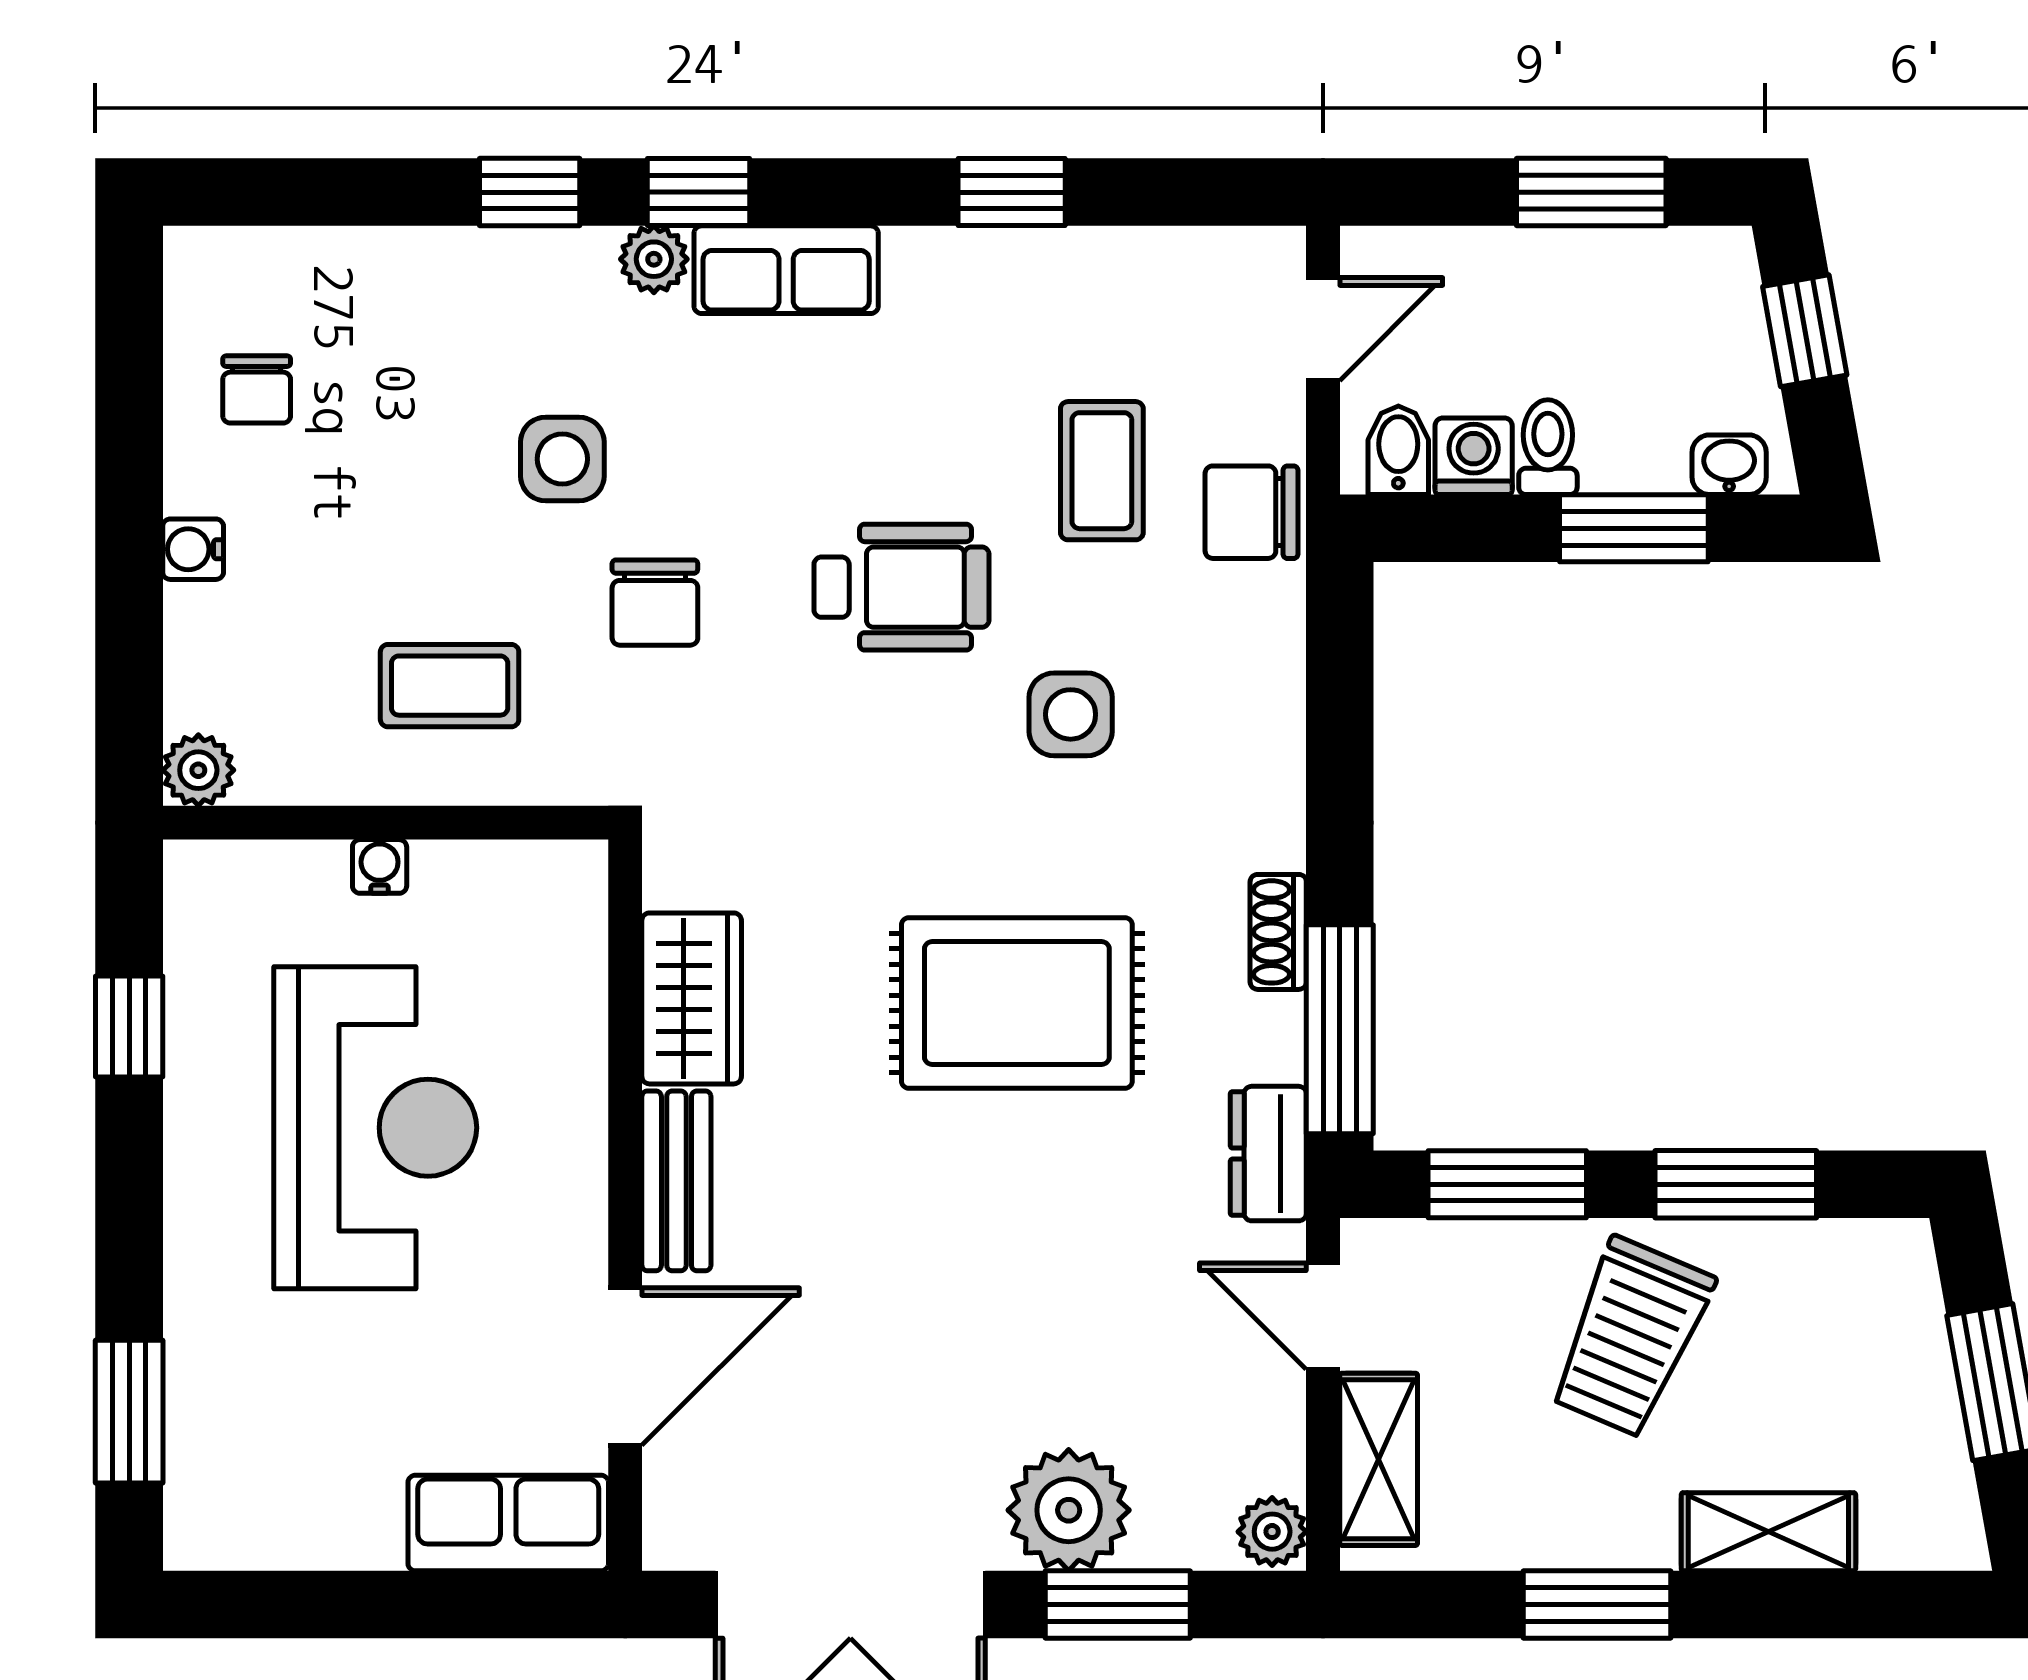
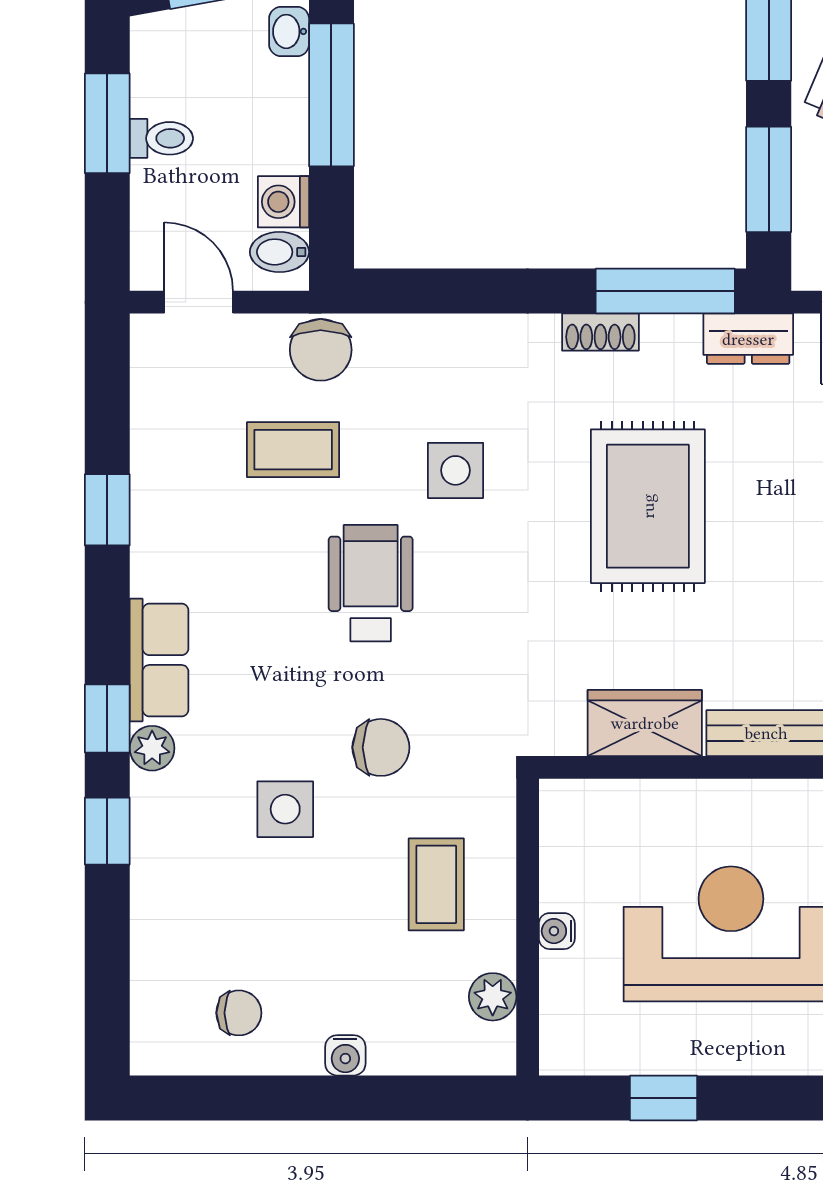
toilet: (1548, 447) -> (161, 138), moved, turned 180
window: (1634, 528) -> (331, 95), width x1.44
plant: (198, 770) -> (493, 997), moved

